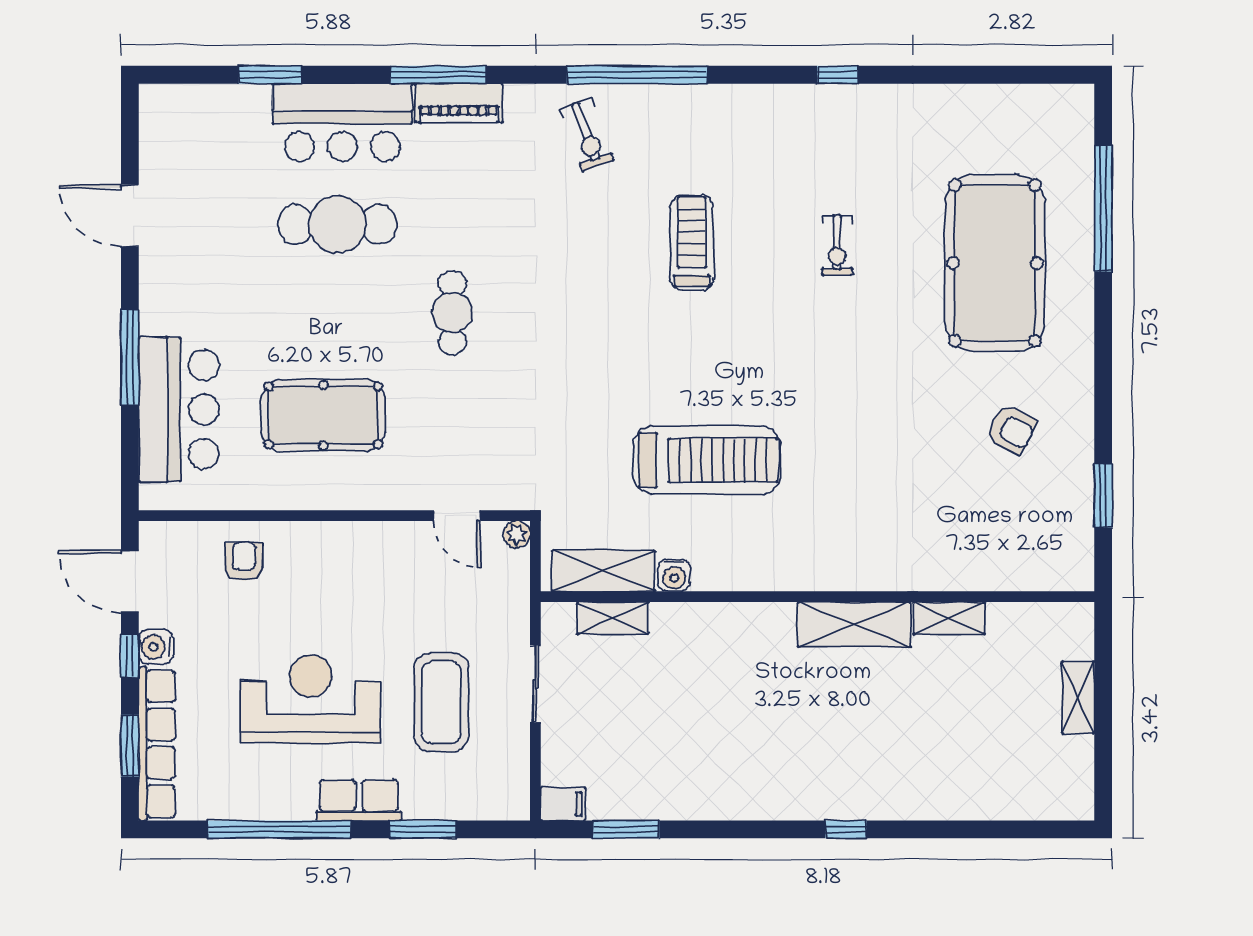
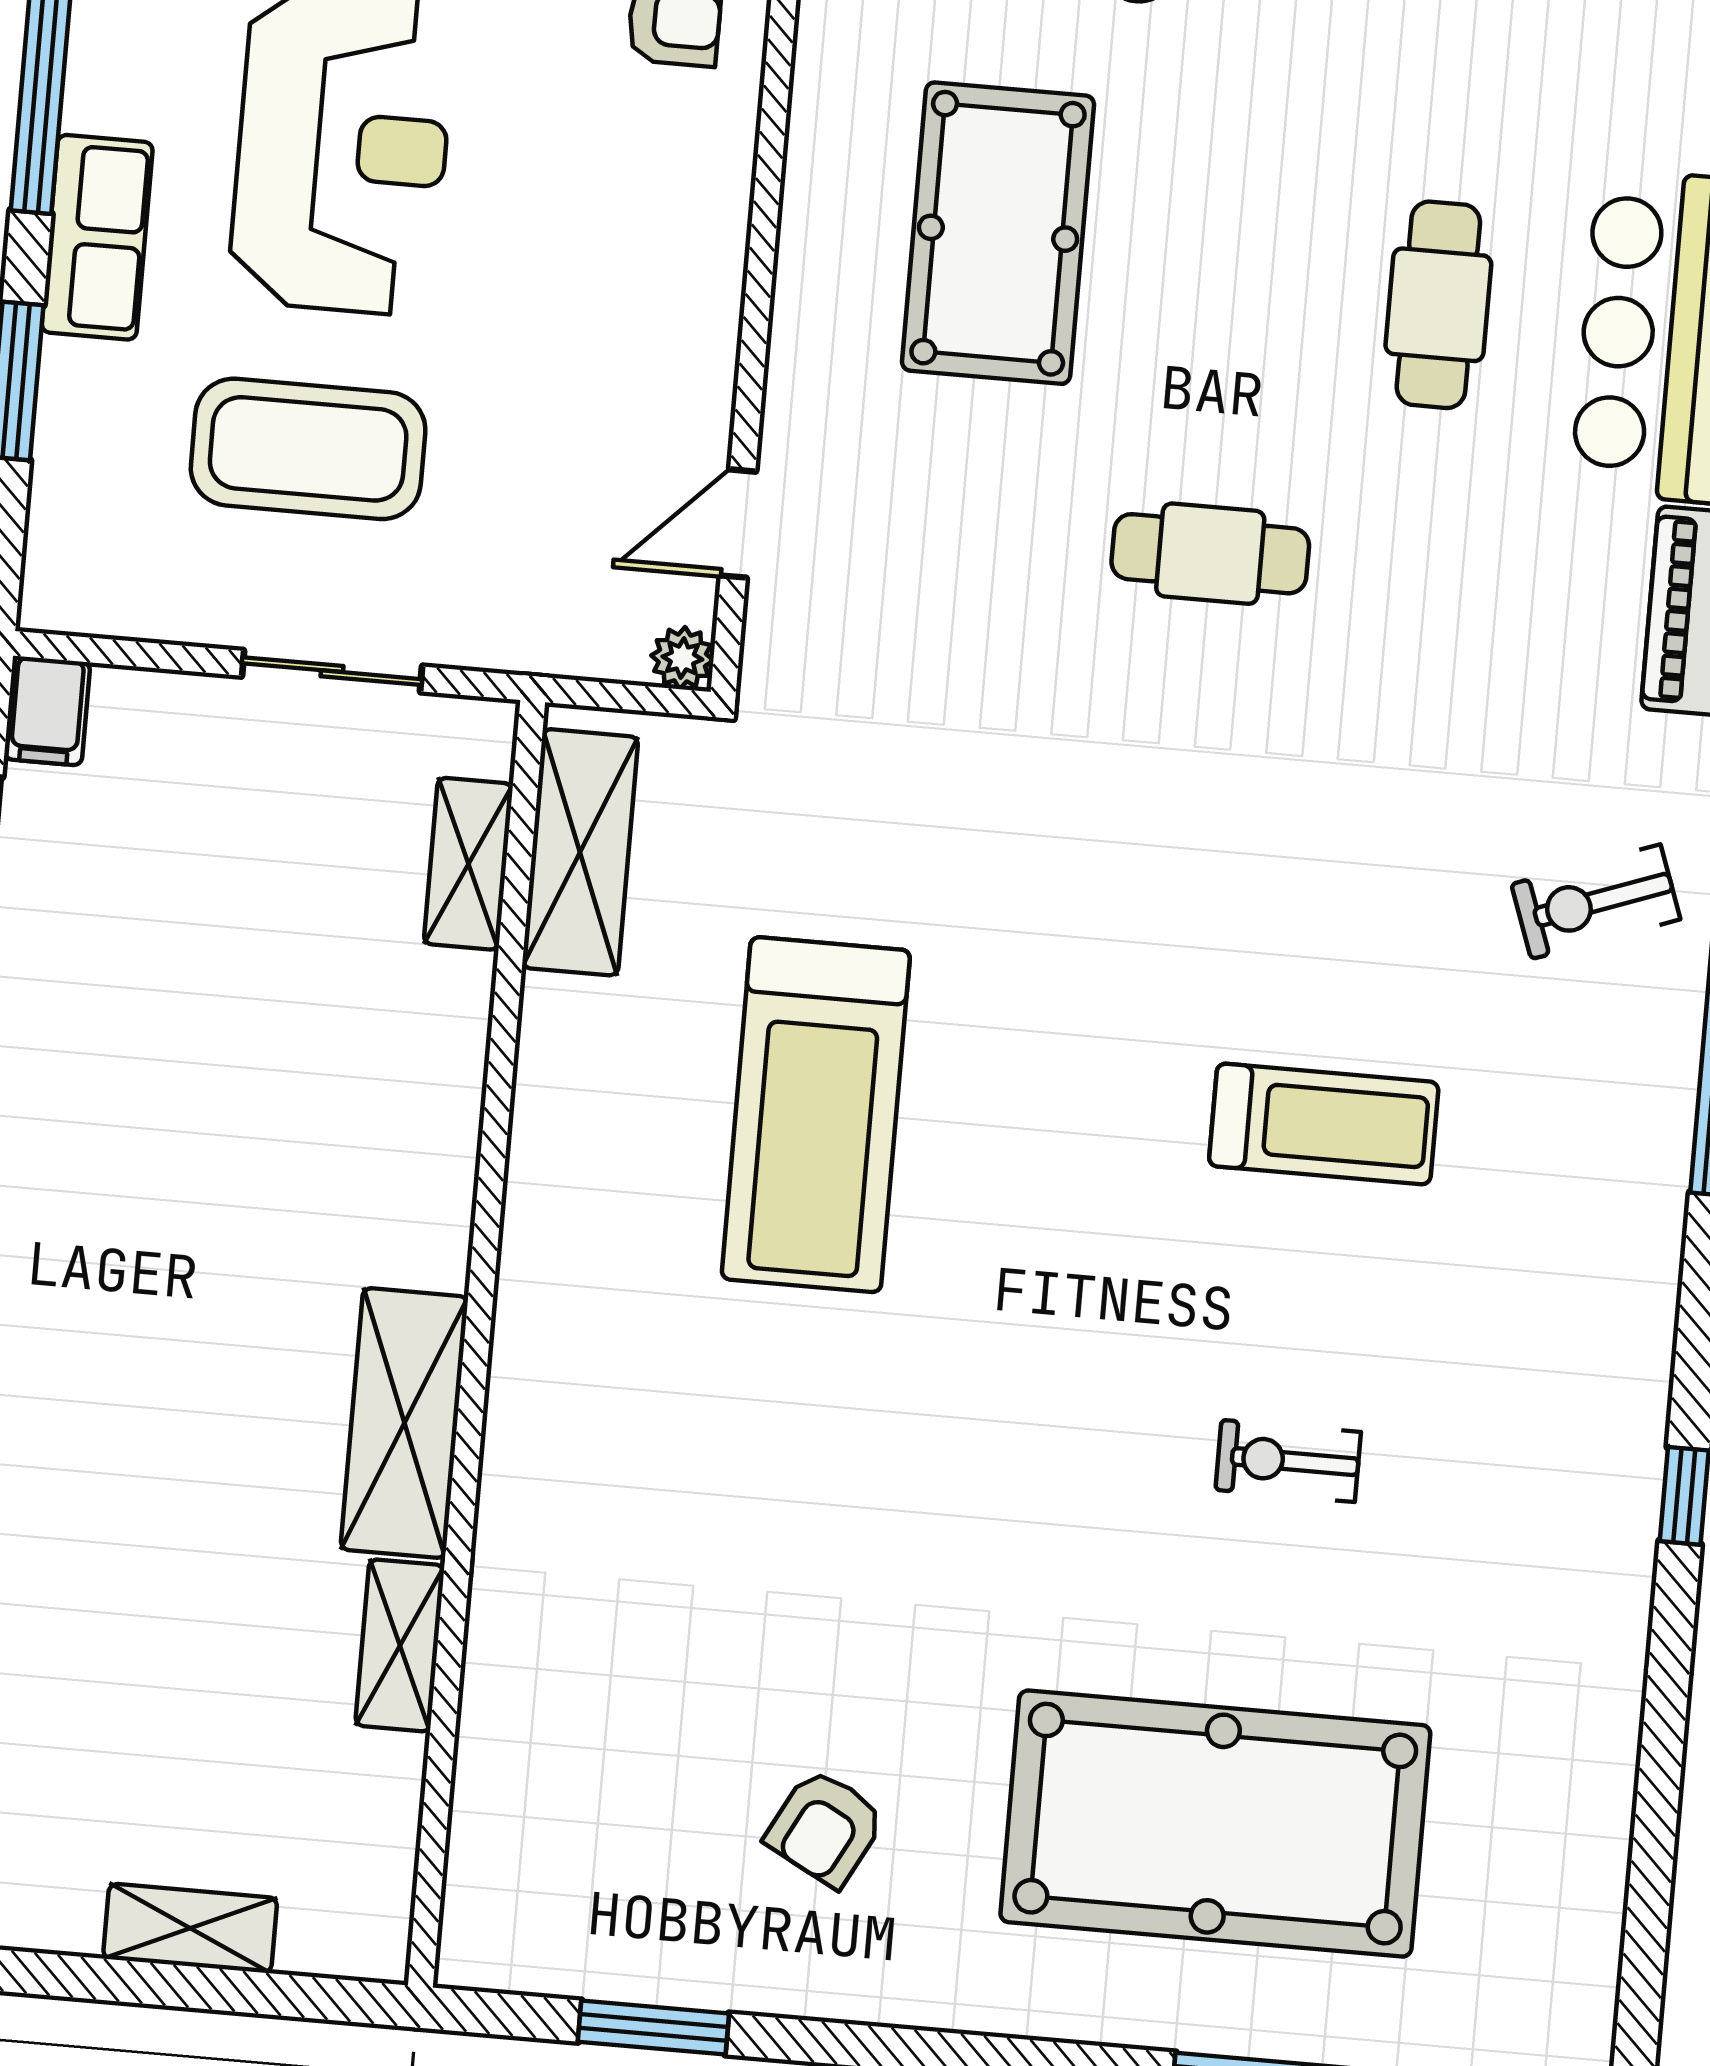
cafe table: (337, 224) -> (1438, 305), width x0.73, depth x0.74
water cooler: (674, 575) -> (555, 1015), removed

